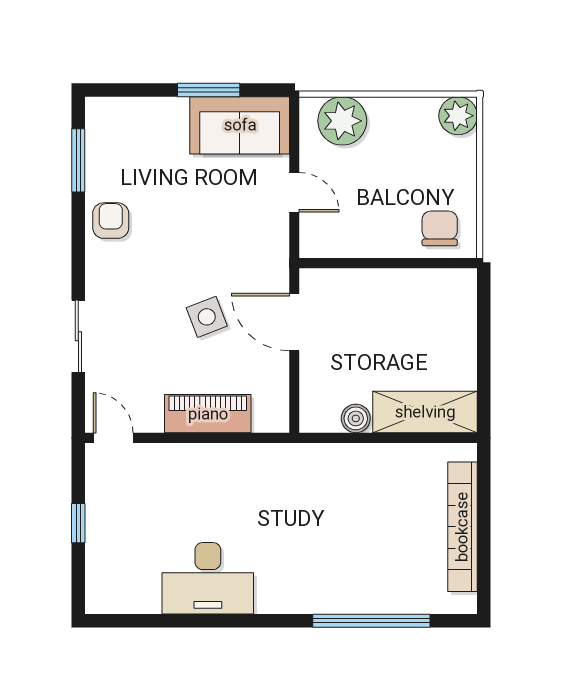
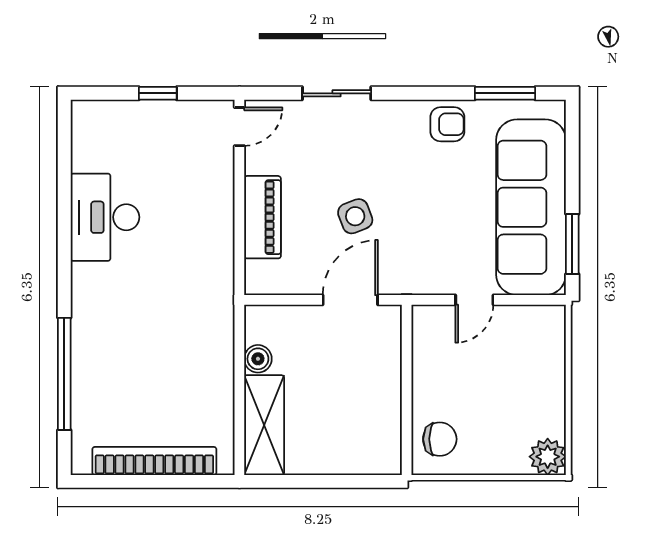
window: (209, 90) -> (572, 244), moved
plant: (342, 121) -> (543, 346), removed
sofa: (240, 125) -> (531, 207), width x1.85, depth x1.27

